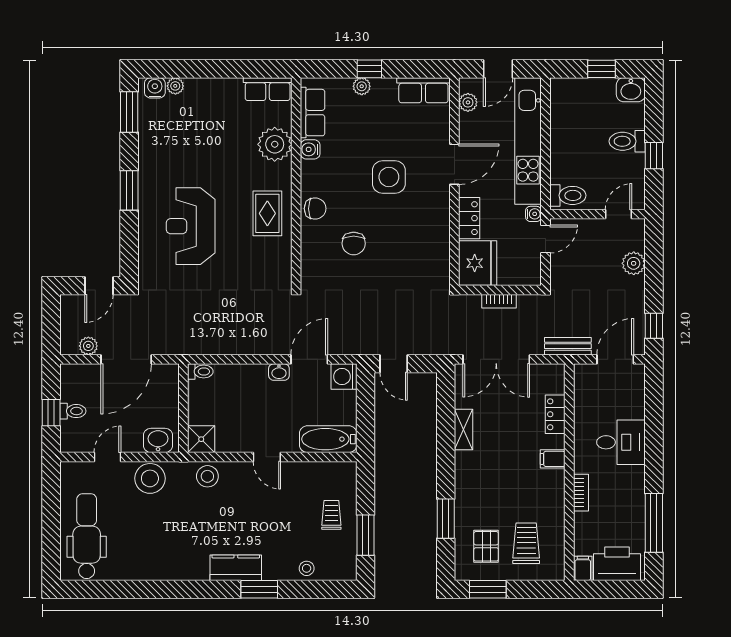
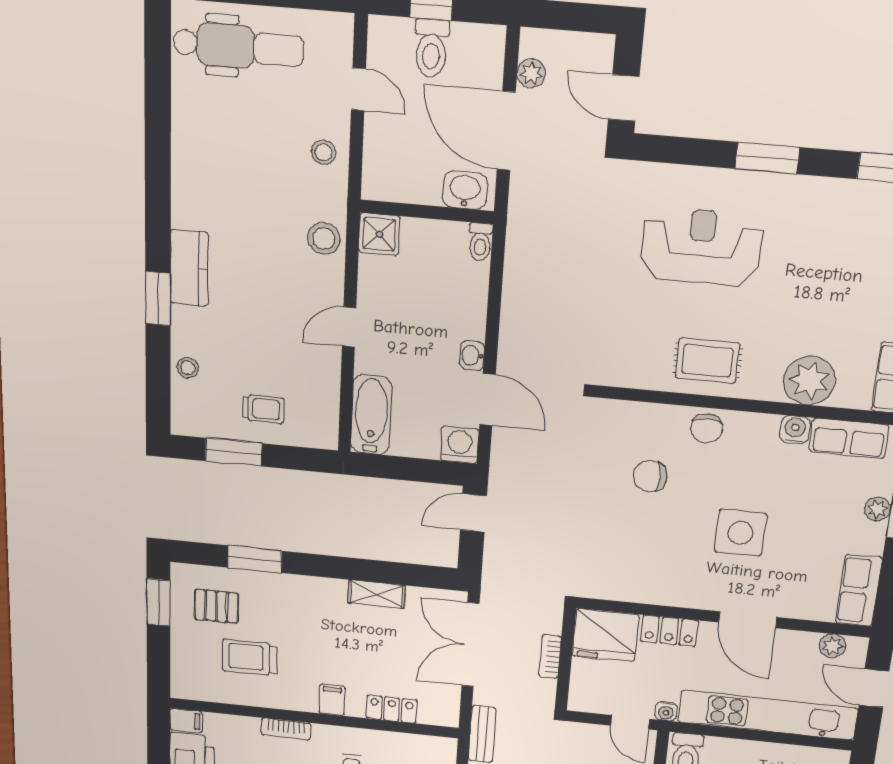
toilet: (73, 411) -> (431, 48), width x1.37, depth x1.39
washbasin: (158, 440) -> (465, 190), moved, turned -90
stool: (150, 478) -> (324, 152), width x0.53, depth x0.53
trolley: (526, 543) -> (250, 657), moved, turned 180

